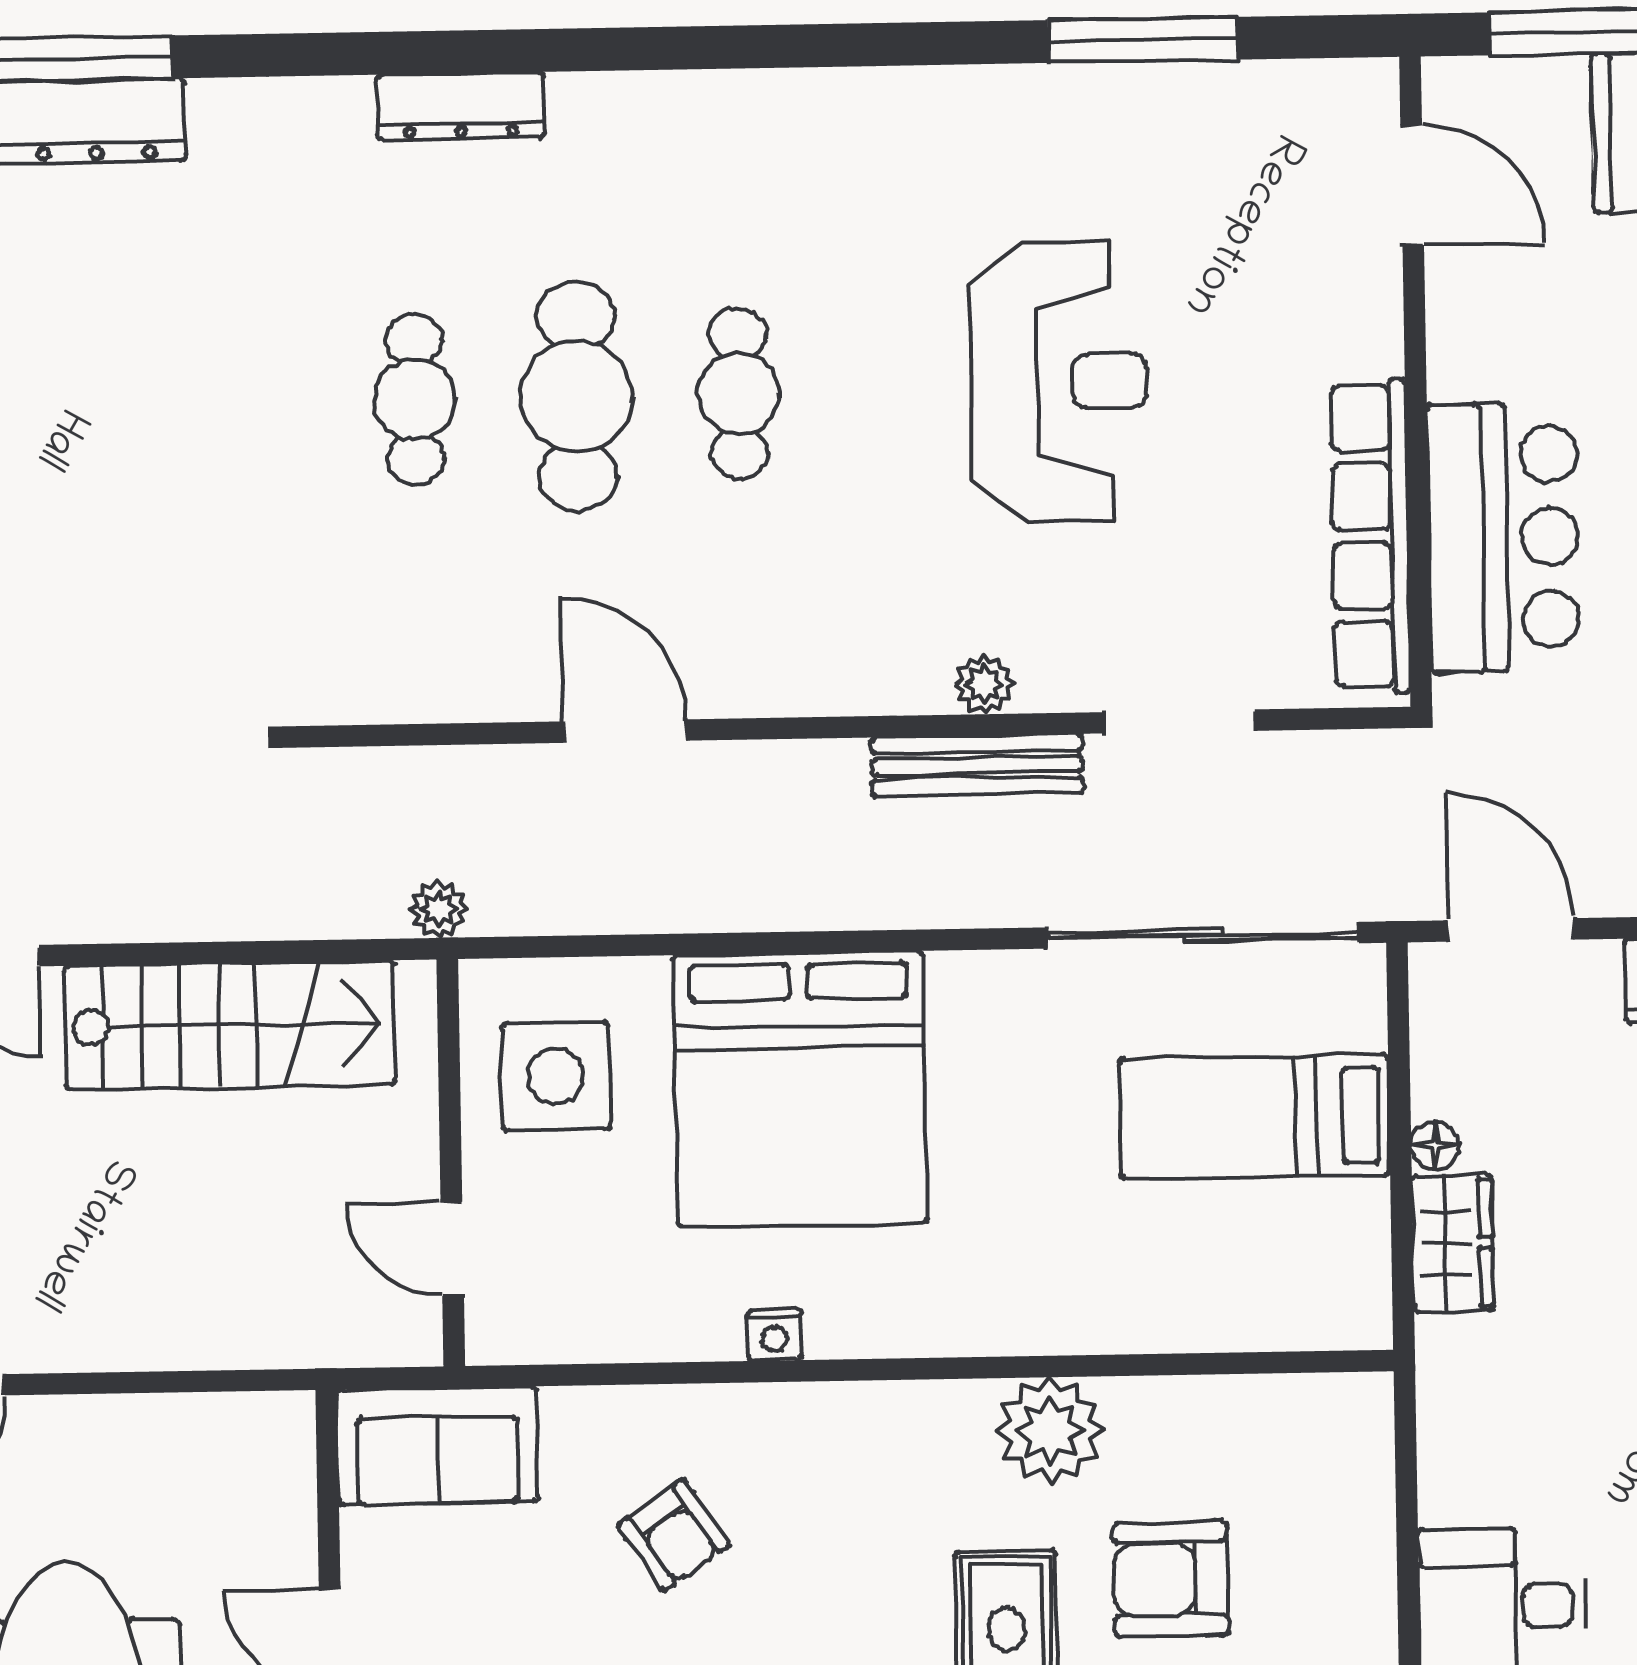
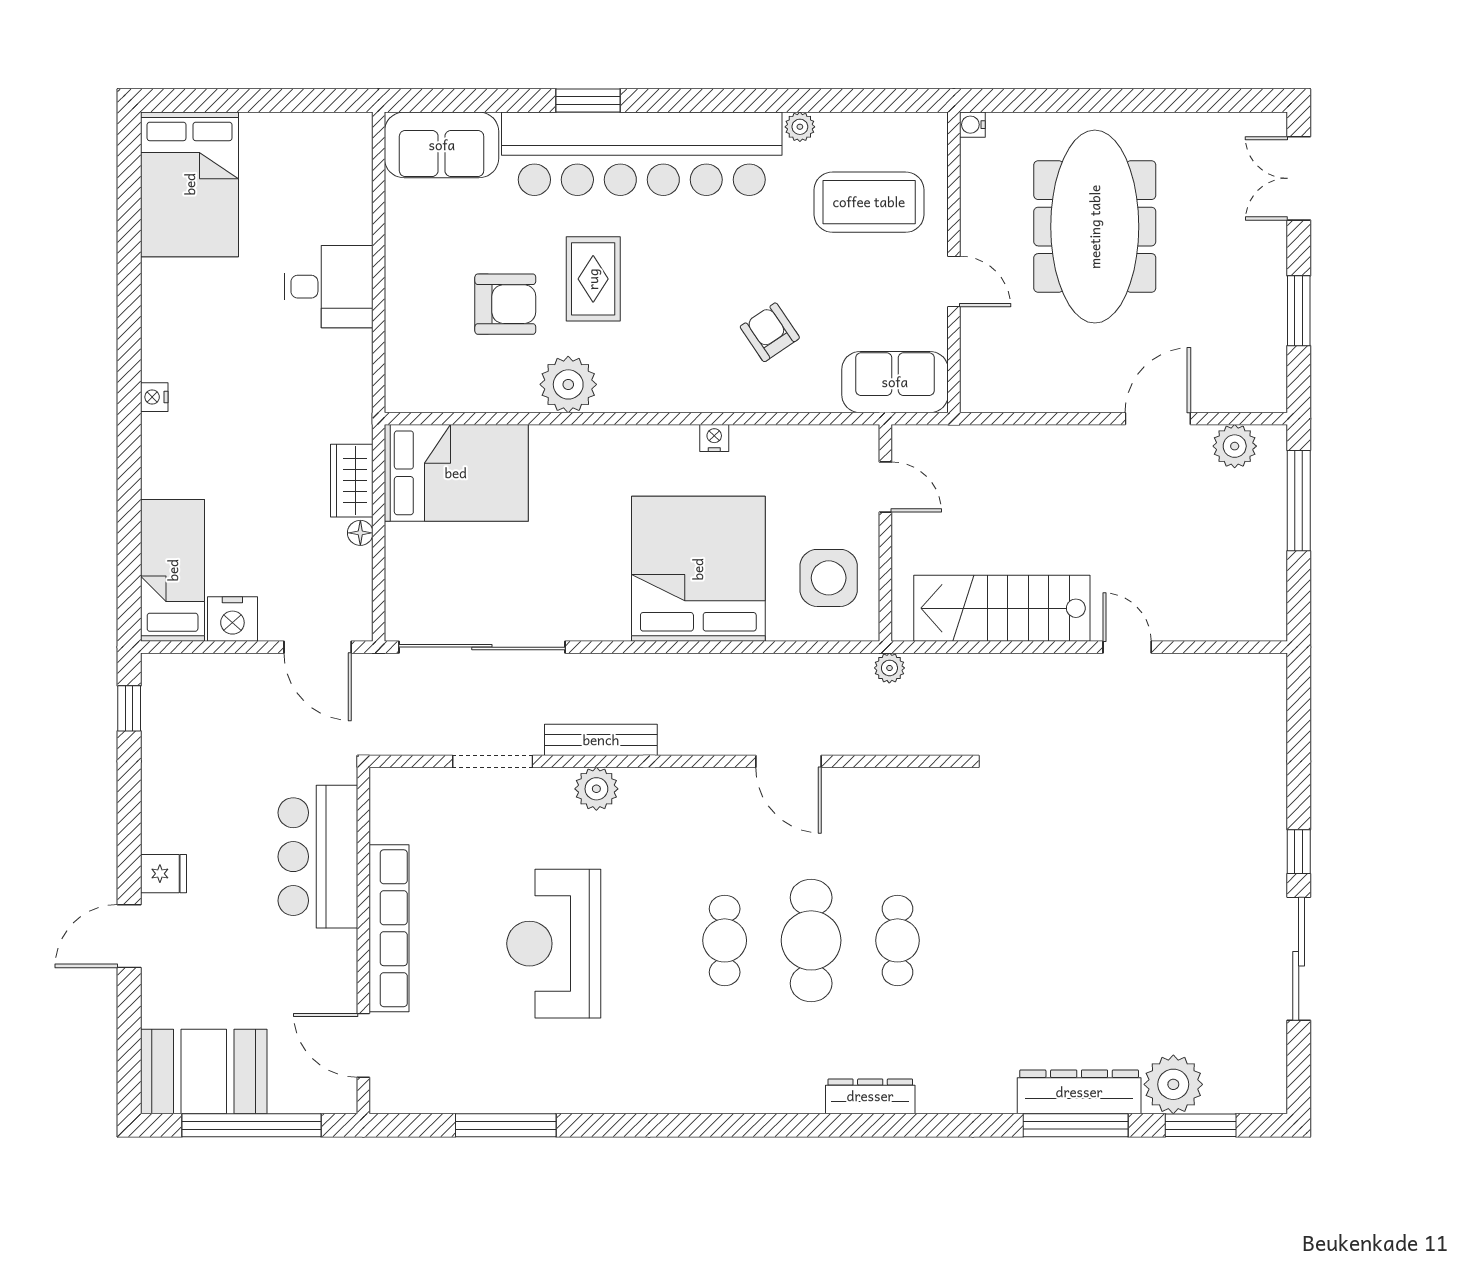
row of seats: (1370, 536) -> (389, 928), moved
plant: (984, 685) -> (596, 789), width x1.38, depth x1.38
bed: (1254, 1117) -> (456, 473), moved, width x1.50

